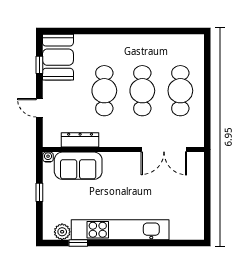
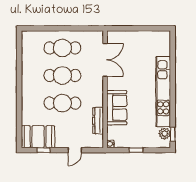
sofa: (78, 166) -> (117, 108), moved
window: (78, 243) -> (173, 134), moved

